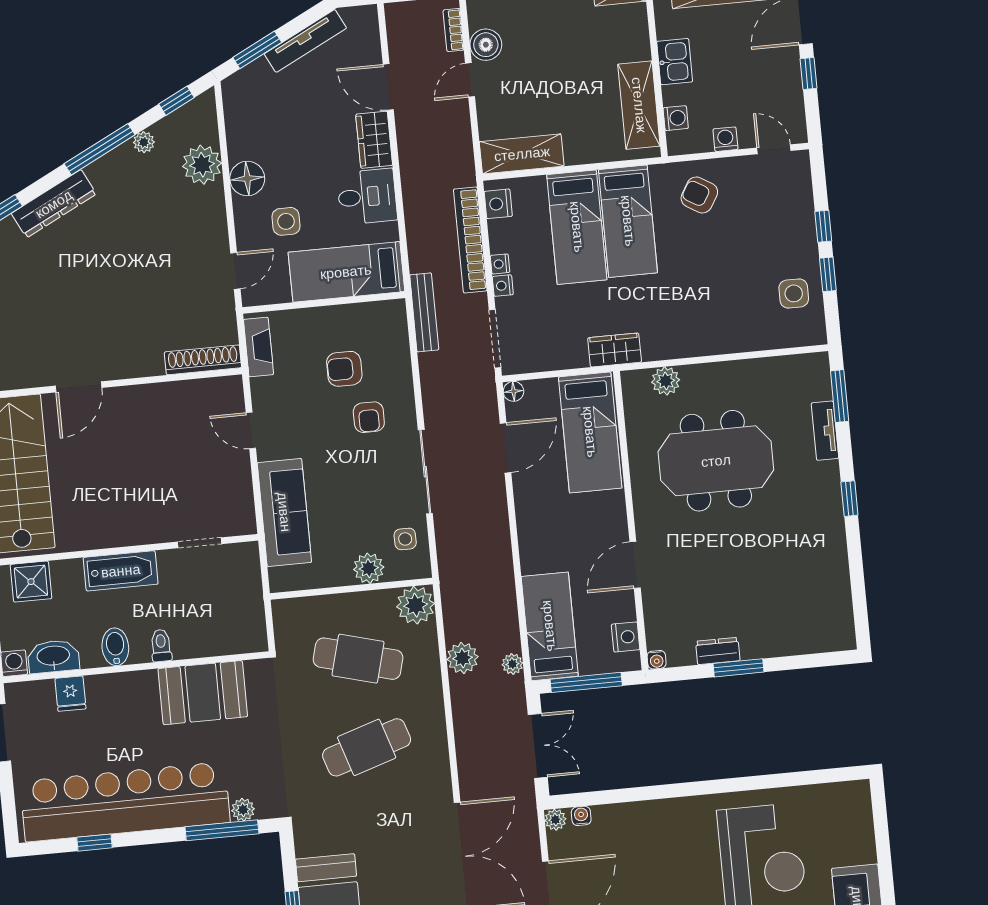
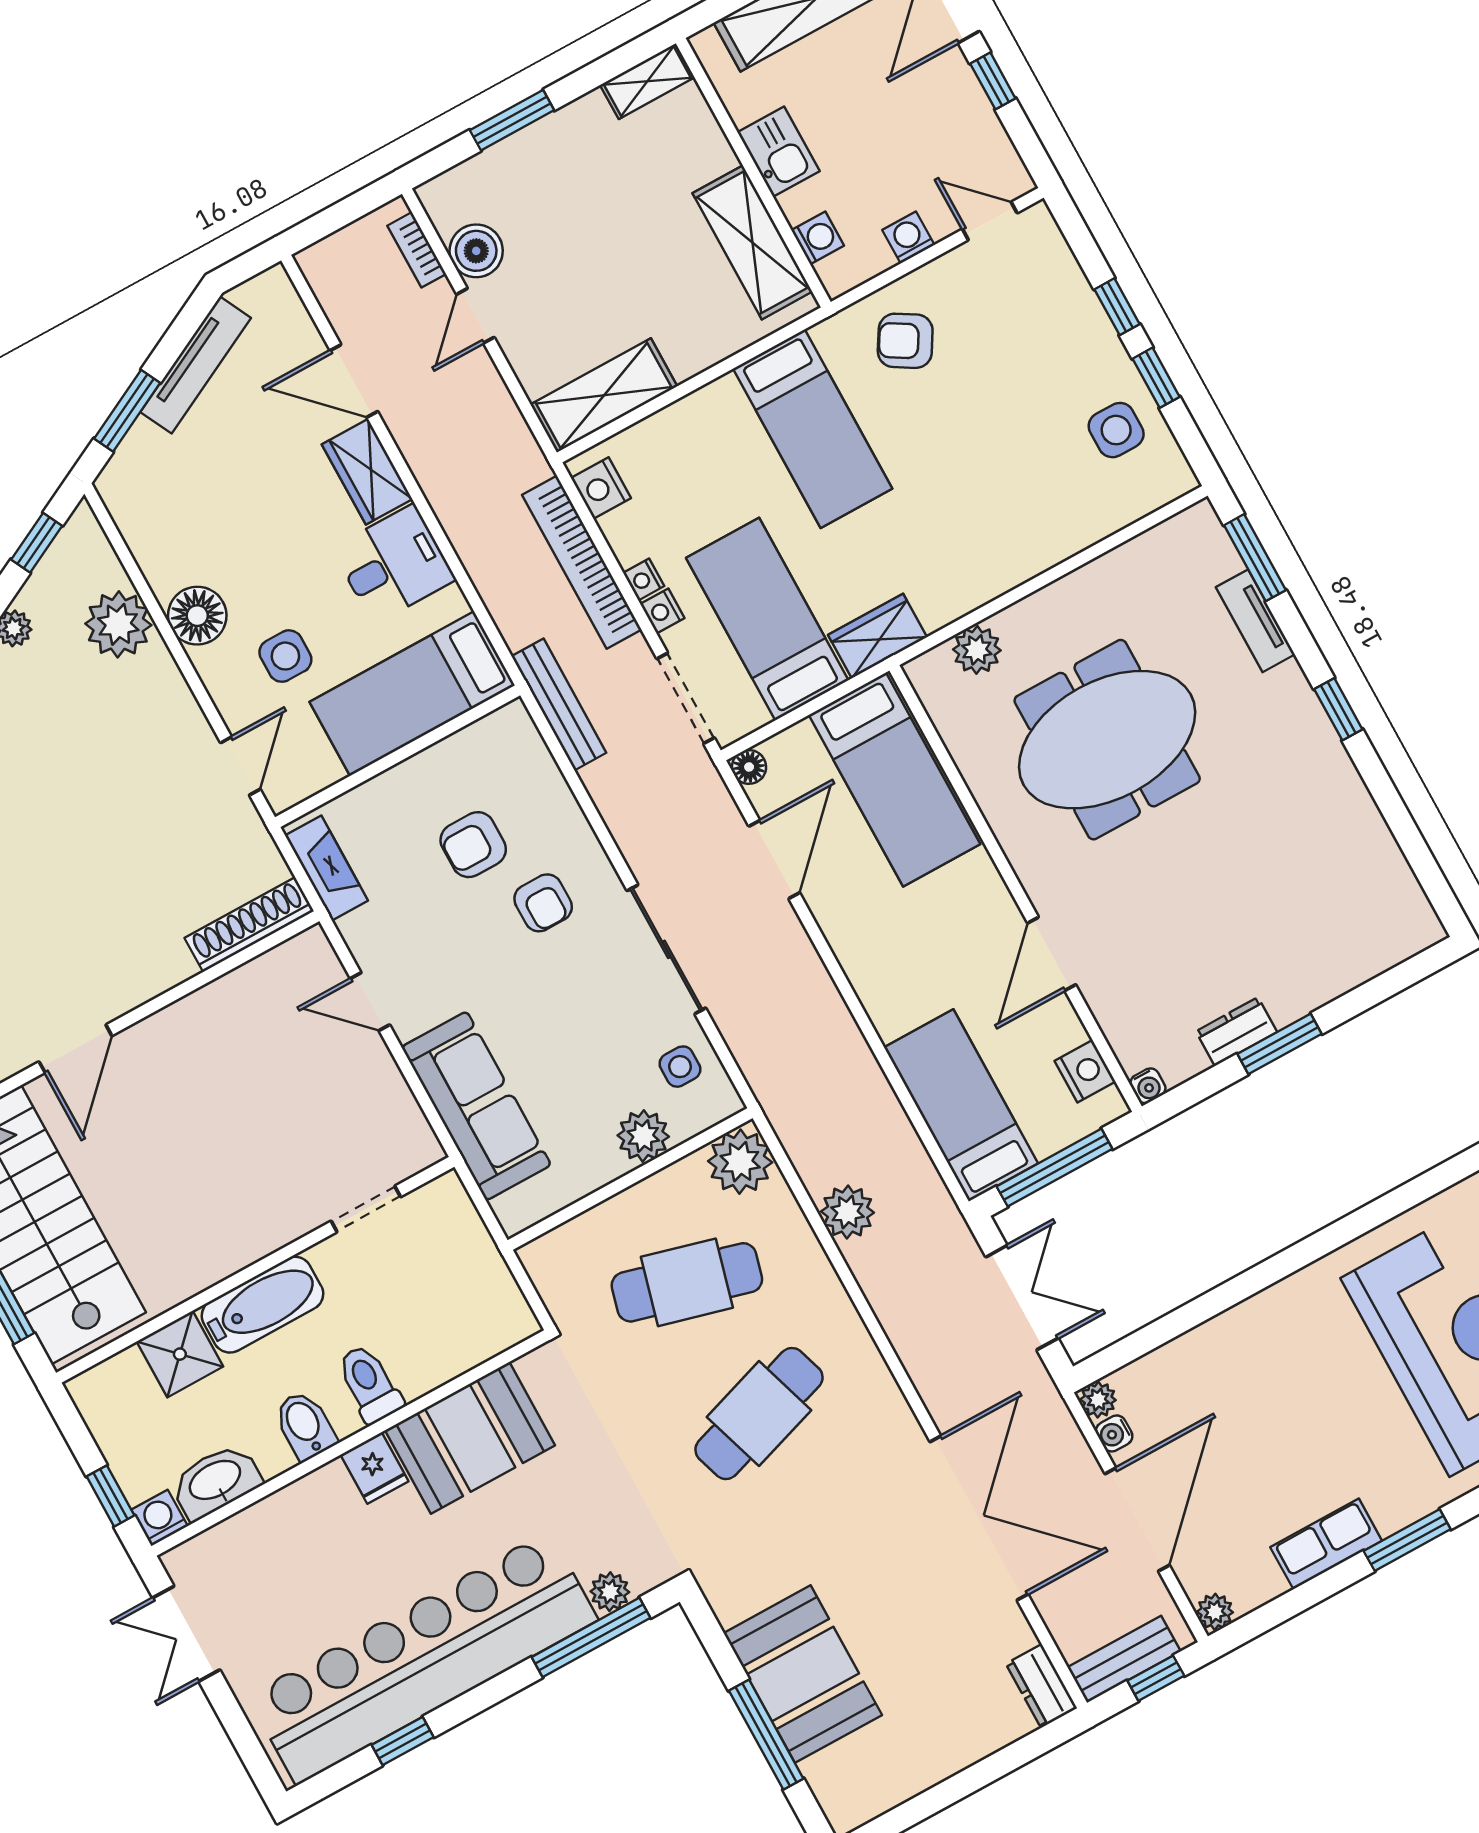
bed: (577, 227) -> (767, 619), moved, turned 180
shower: (31, 582) -> (180, 1354), moved
toilet: (161, 645) -> (369, 1384), width x1.37, depth x1.39
plant: (512, 664) -> (928, 1188), removed
fridge: (70, 694) -> (375, 1468), moved
water cooler: (581, 816) -> (1114, 1433), moved, turned -90

